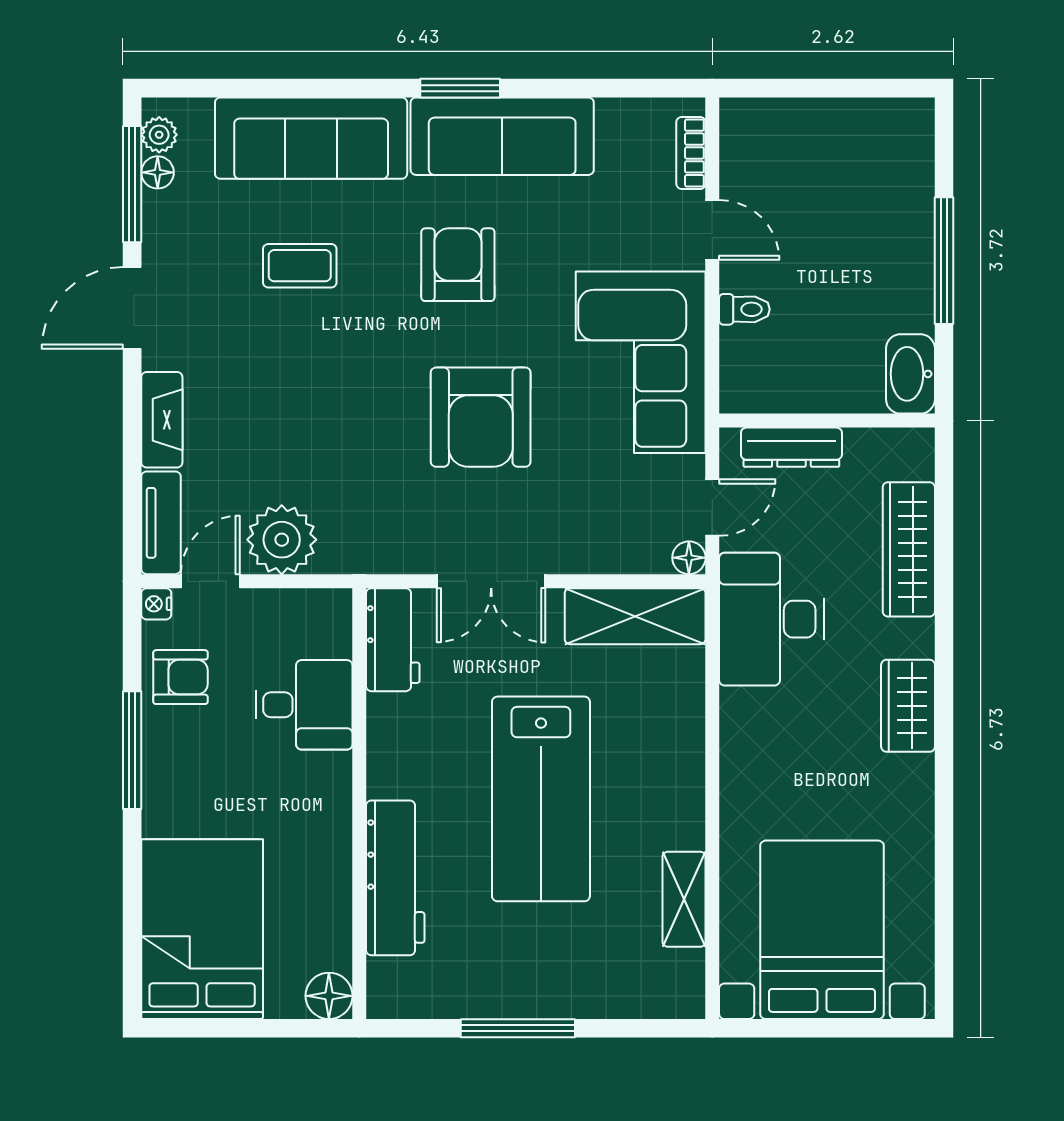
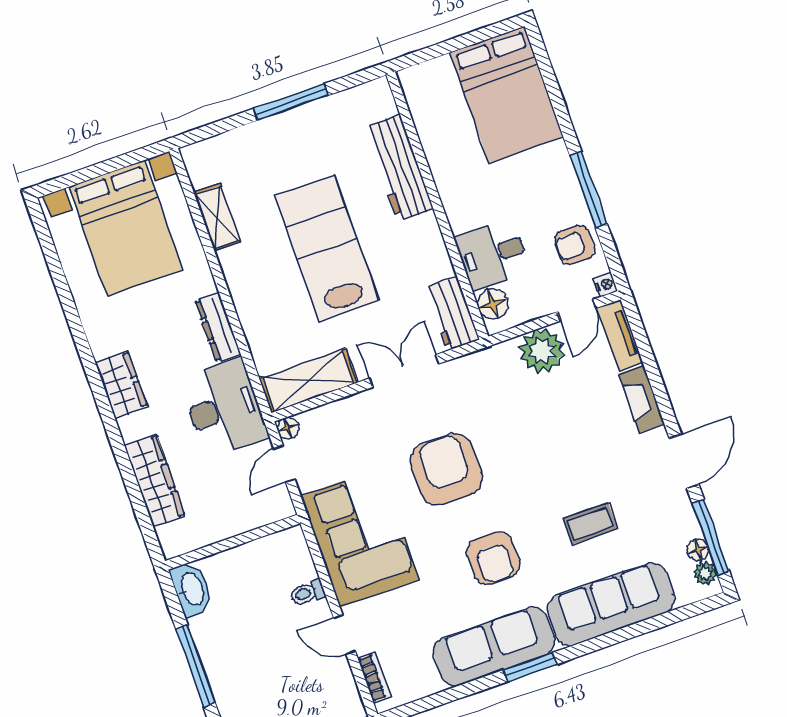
dresser: (791, 447) -> (218, 327), moved, turned -90
floor lamp: (329, 996) -> (493, 304), moved

